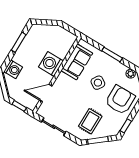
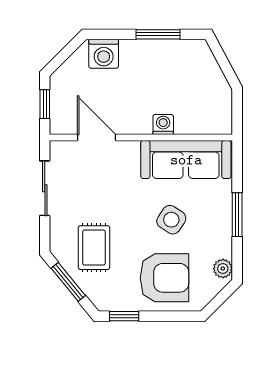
sofa: (77, 62) -> (186, 160), width x1.36
washing machine: (51, 64) -> (163, 125), width x0.53, depth x0.53
rug: (90, 121) -> (94, 248), turned 90

